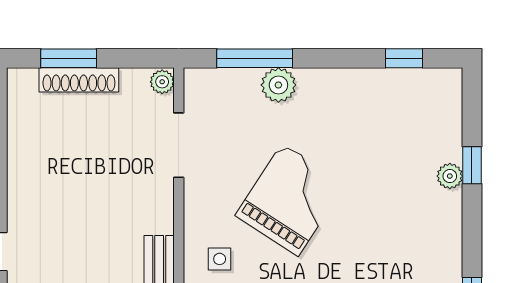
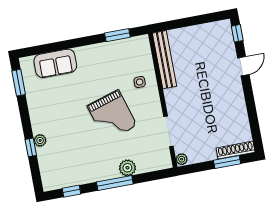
window: (255, 58) -> (115, 183), moved
shoe rack: (79, 80) -> (236, 150), moved
grand piano: (290, 200) -> (112, 116), turned -50

